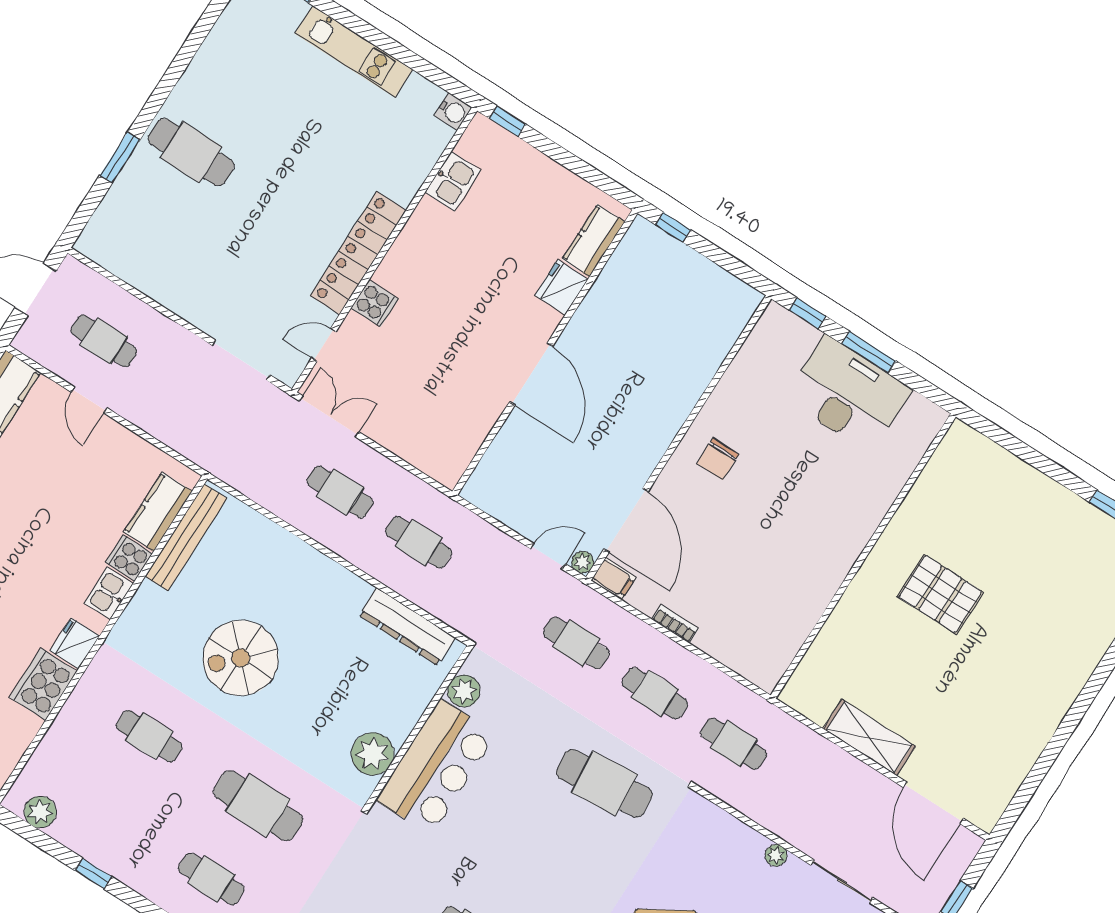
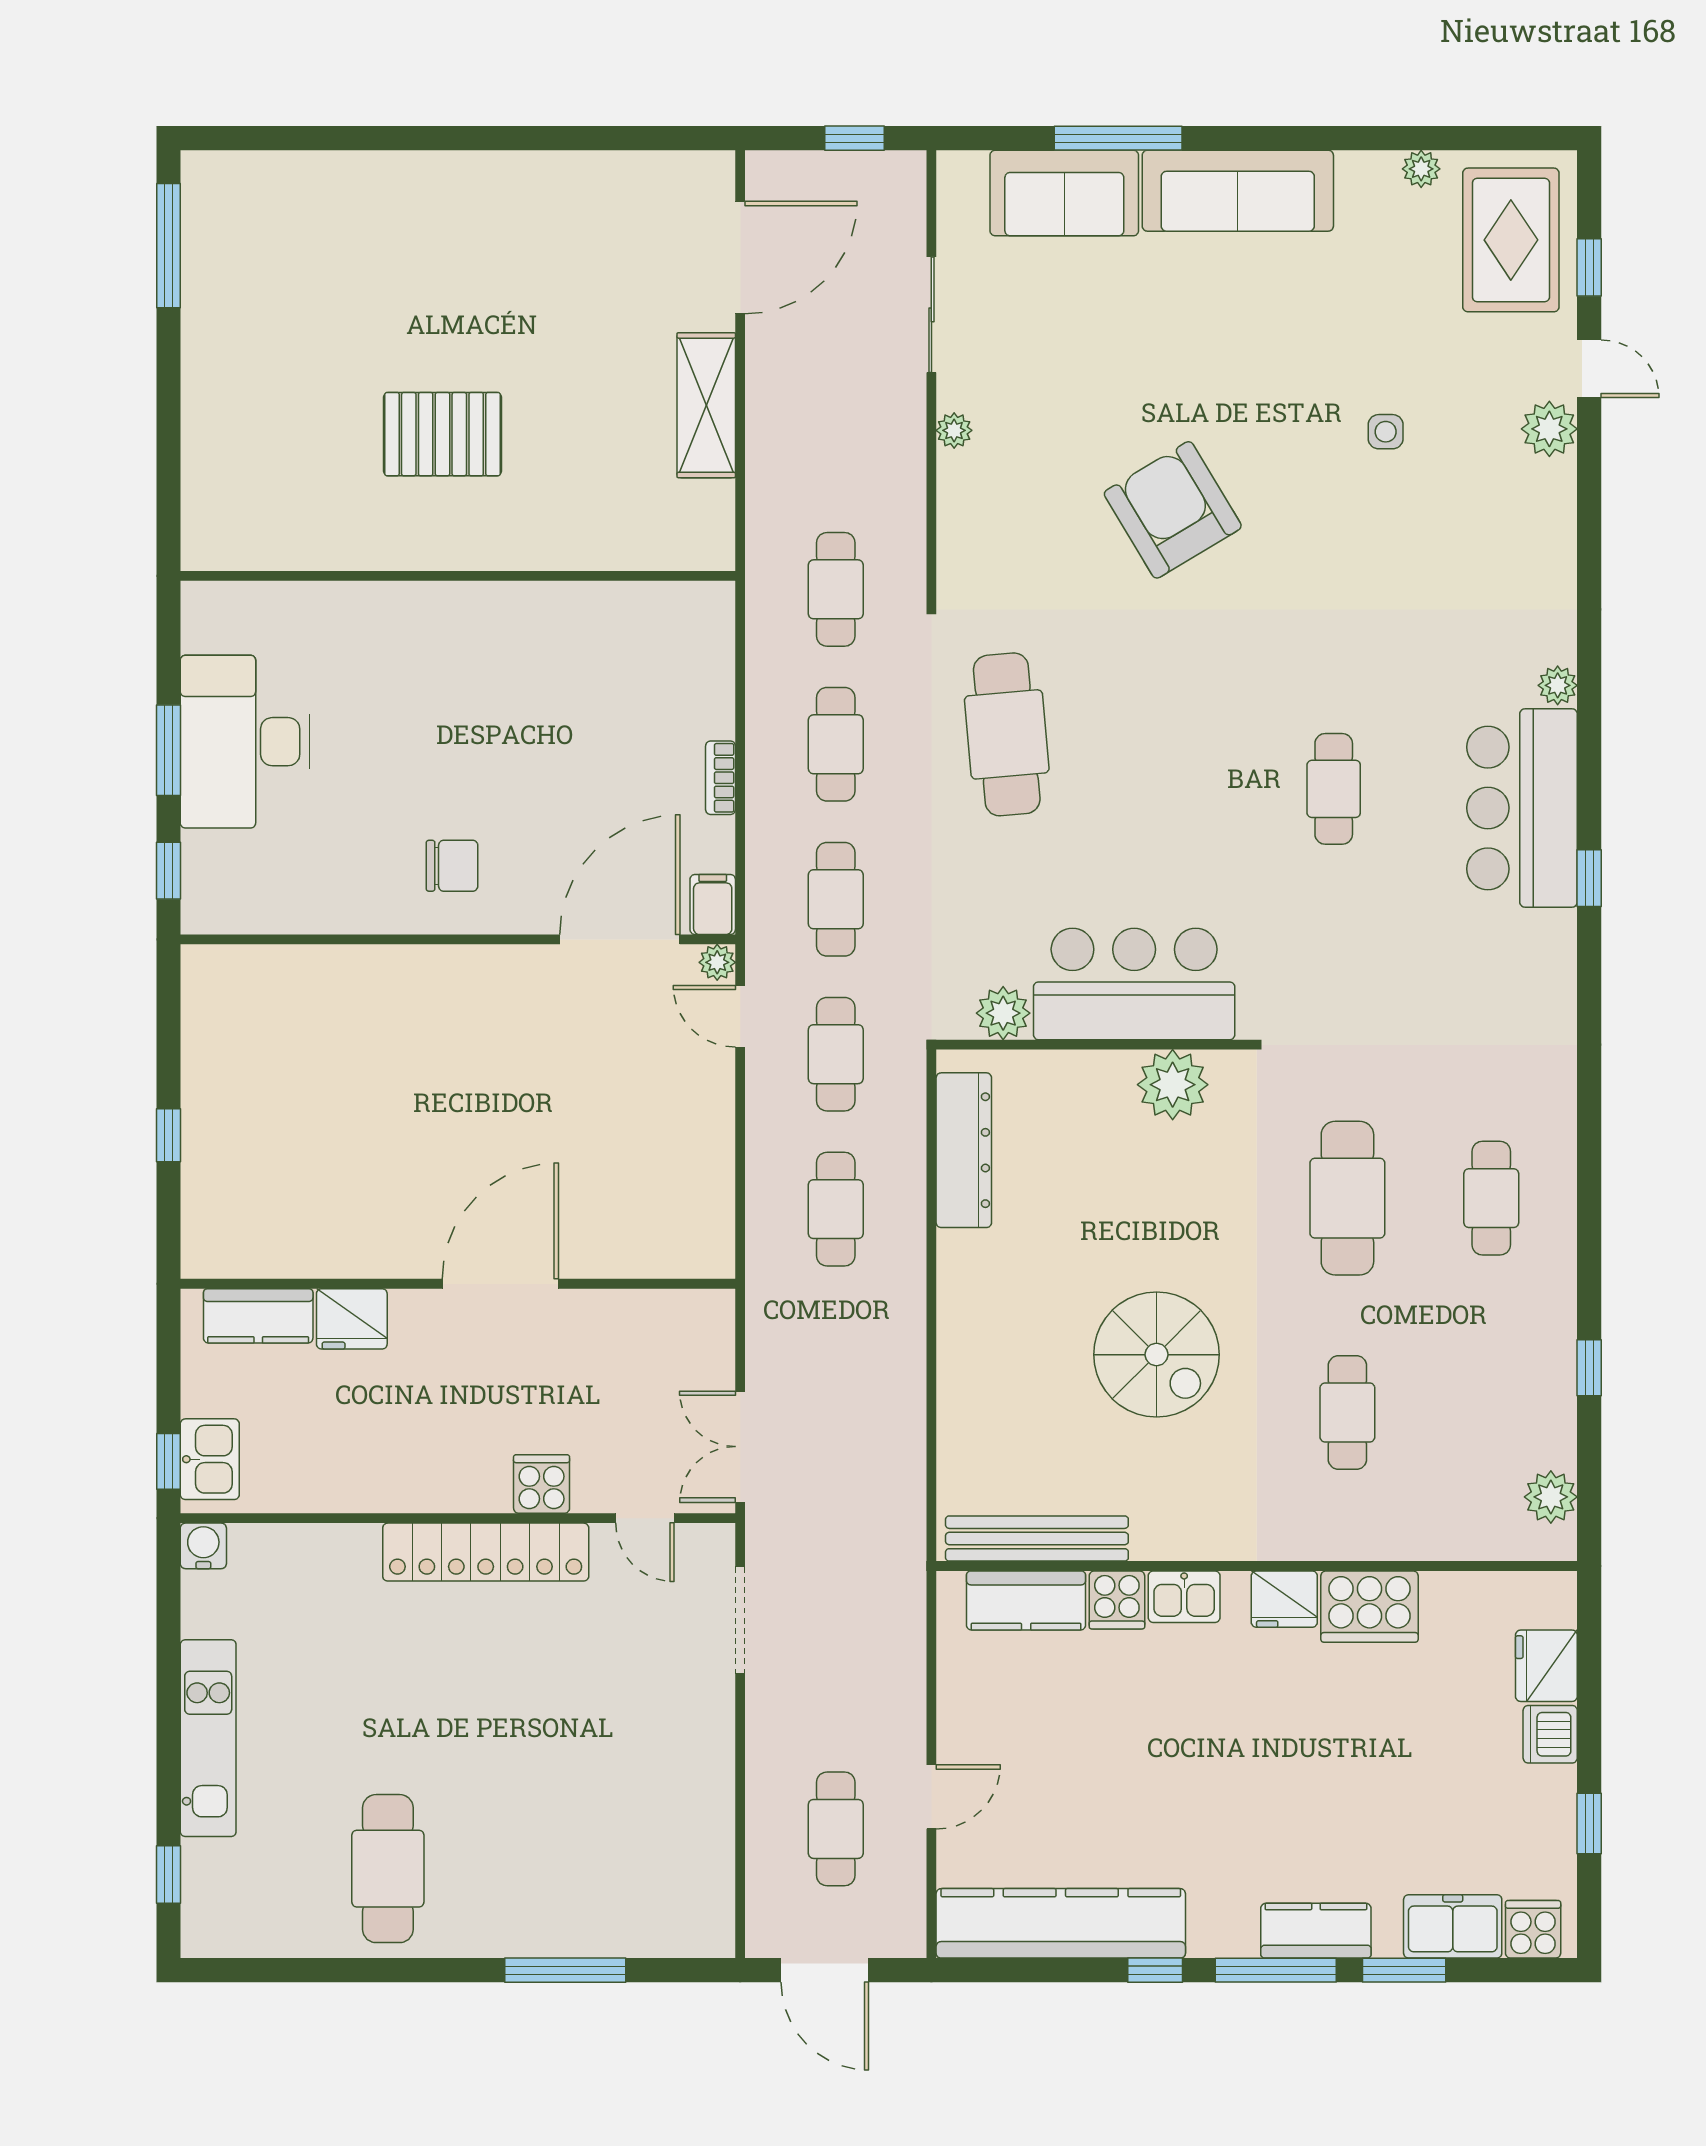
cafe table: (191, 152) -> (388, 1869), moved
window: (120, 157) -> (565, 1970), width x1.44
kitchen sink: (453, 181) -> (210, 1459), moved, turned 90
kitchen counter: (593, 241) -> (258, 1316), moved
fridge: (562, 287) -> (352, 1319), moved
wall: (545, 352) -> (458, 1284), moved
door: (531, 374) -> (500, 1284), moved
cafe table: (340, 492) -> (836, 1054), moved
pallet: (940, 594) -> (442, 434), turned 90

